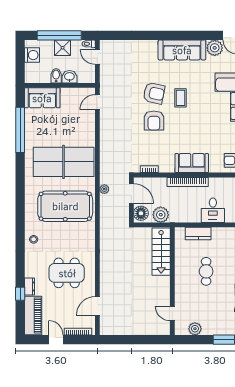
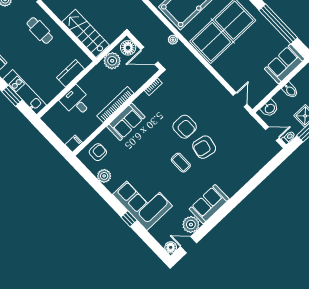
sofa: (182, 50) -> (209, 204), width x0.73
washbasin: (69, 77) -> (270, 108), moved
armchair: (154, 120) -> (185, 127), turned 180
cafe table: (206, 271) -> (40, 31), moved

